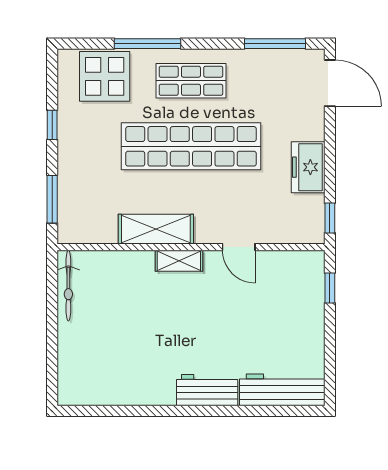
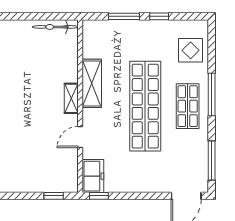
window: (147, 44) -> (212, 94), moved
display table: (105, 76) -> (191, 50), width x0.73, depth x0.73
freezer: (308, 167) -> (93, 176), moved, turned 90
window: (52, 199) -> (124, 16), moved

